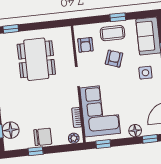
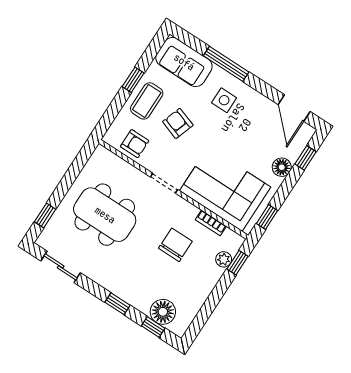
chair: (43, 137) -> (175, 245), moved
plant: (74, 138) -> (224, 259), moved
window: (36, 151) -> (237, 263), moved

